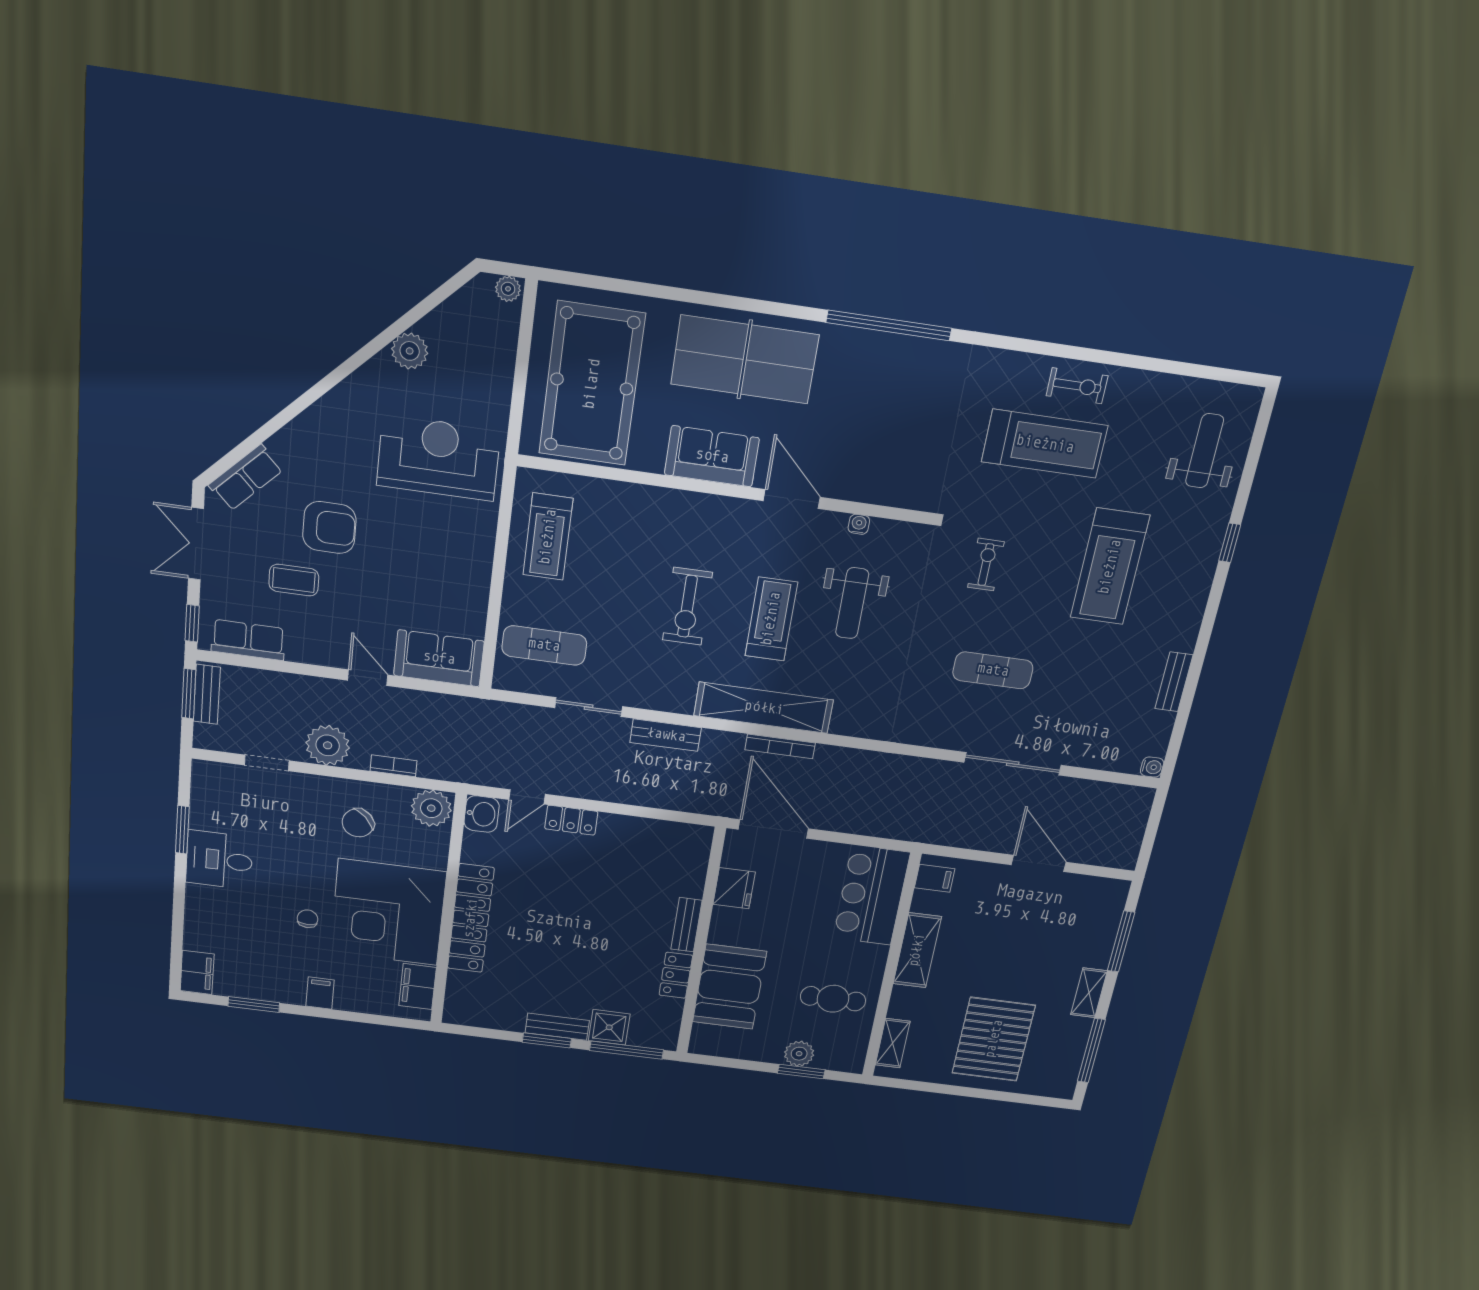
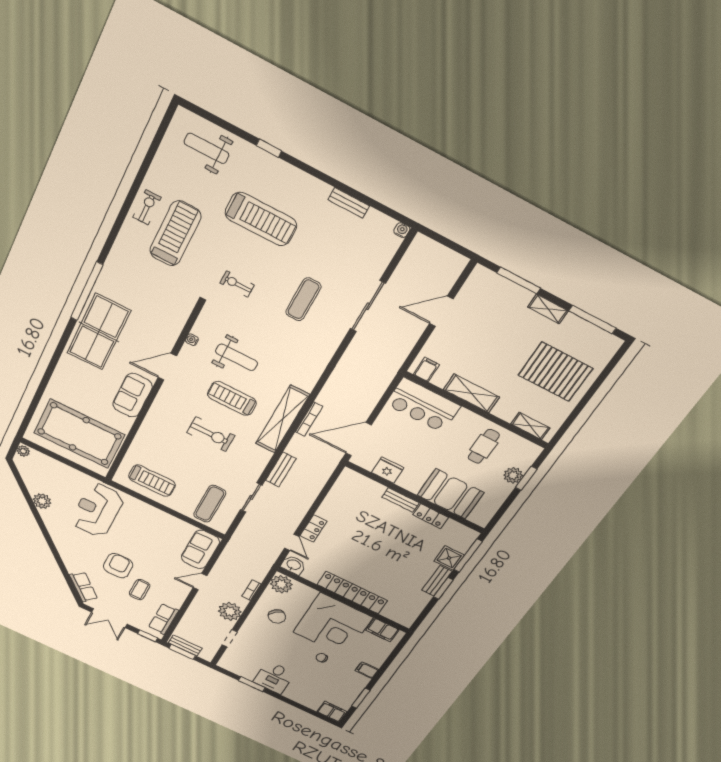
table tennis table: (745, 360) -> (99, 332), moved

